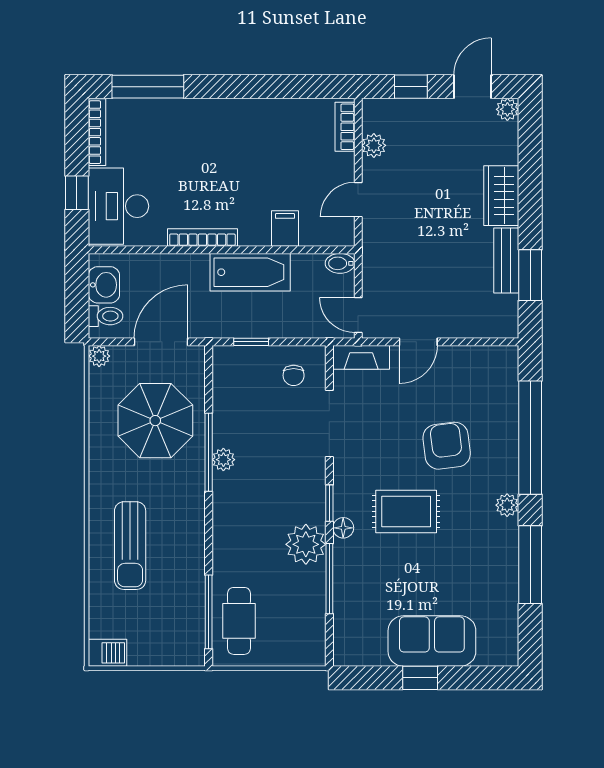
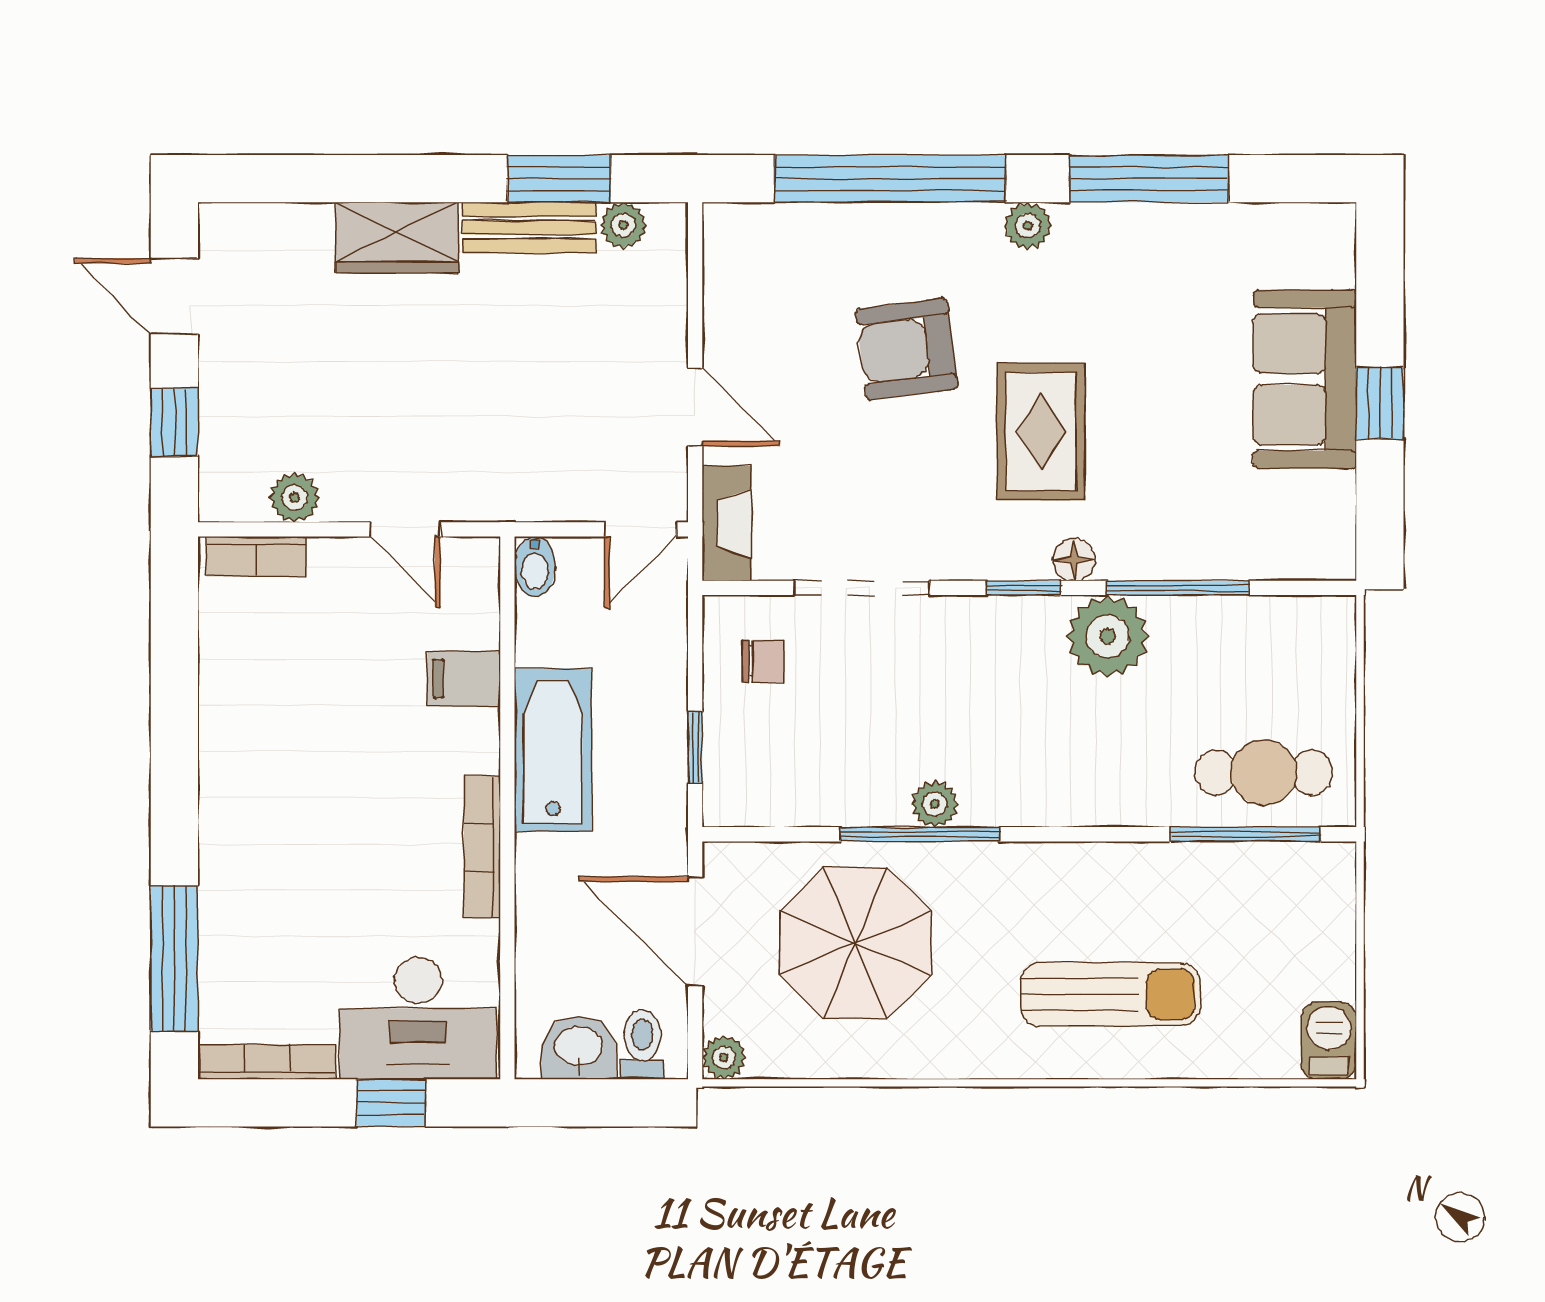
plant: (507, 109) -> (623, 225), moved

